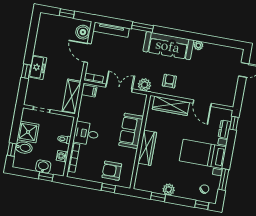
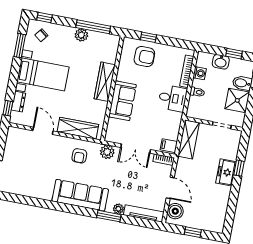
plant: (198, 45) -> (118, 209), moved
window: (46, 177) -> (234, 54), moved
window: (158, 197) -> (93, 27), width x2.17

